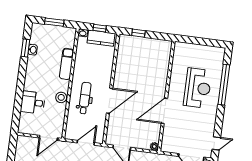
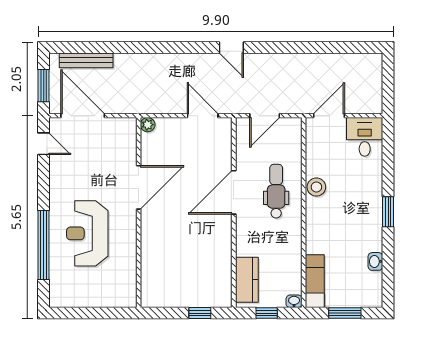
kitchen counter: (101, 38) -> (247, 280), moved, turned 90
window: (25, 48) -> (388, 212), moved
exam couch: (67, 64) -> (315, 281), moved
dental chair: (85, 98) -> (276, 191), turned 180
desk: (33, 102) -> (365, 137), moved, turned -90
door: (216, 143) -> (44, 144), swing flipped

